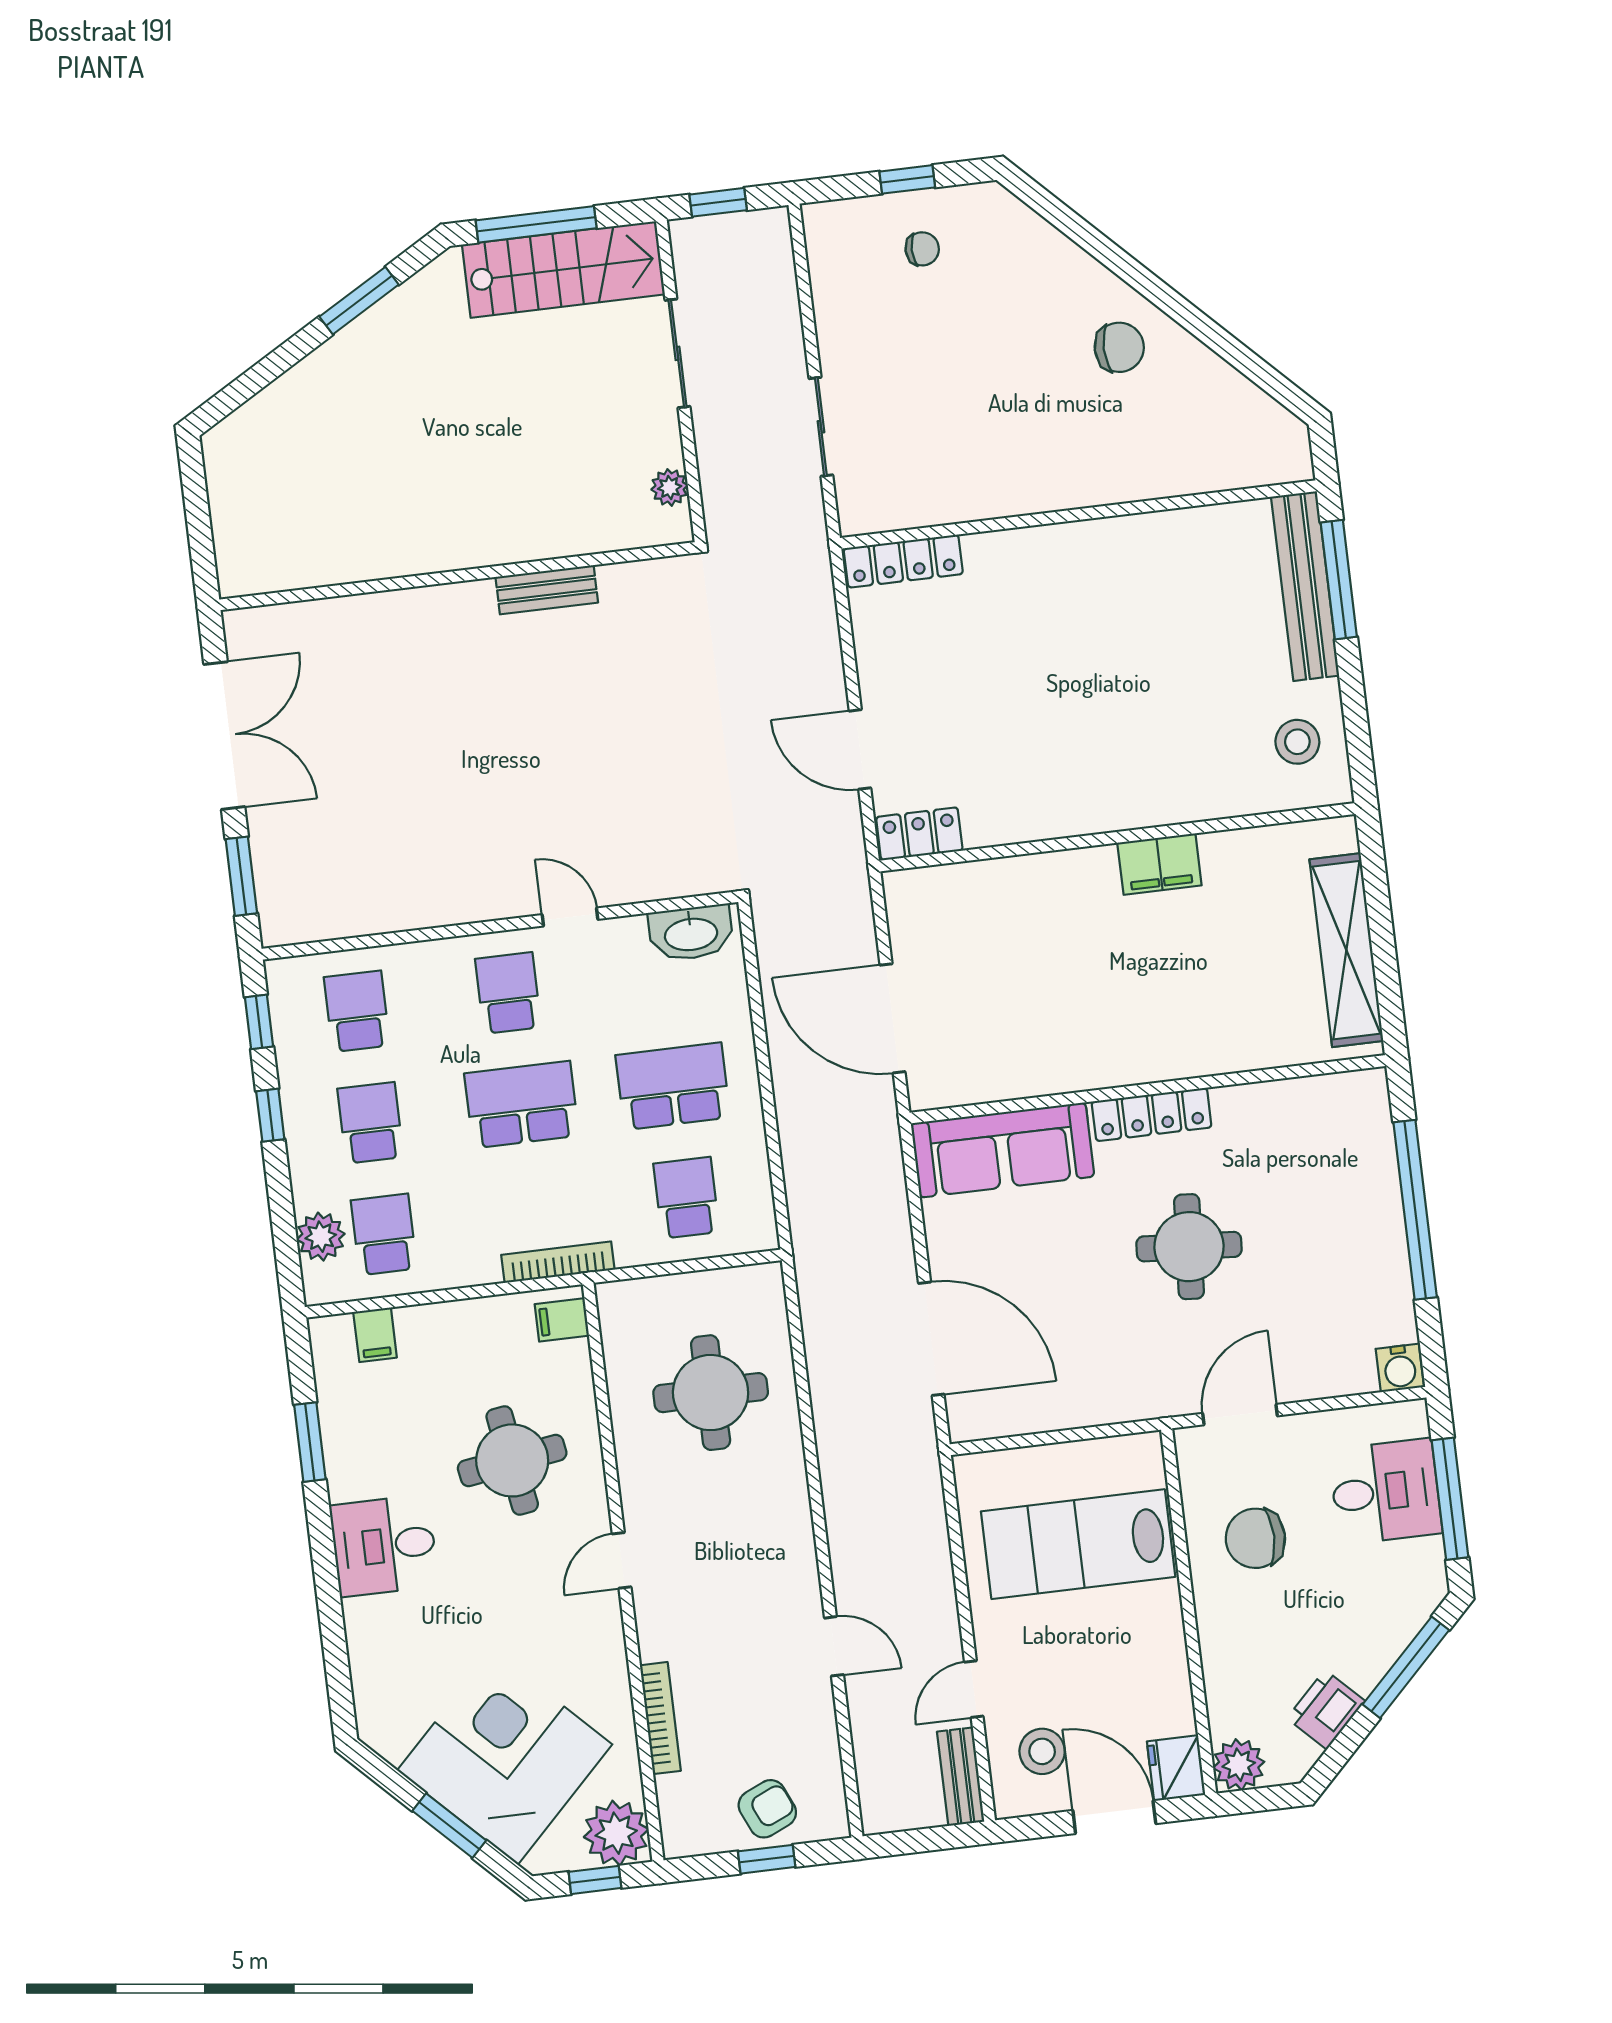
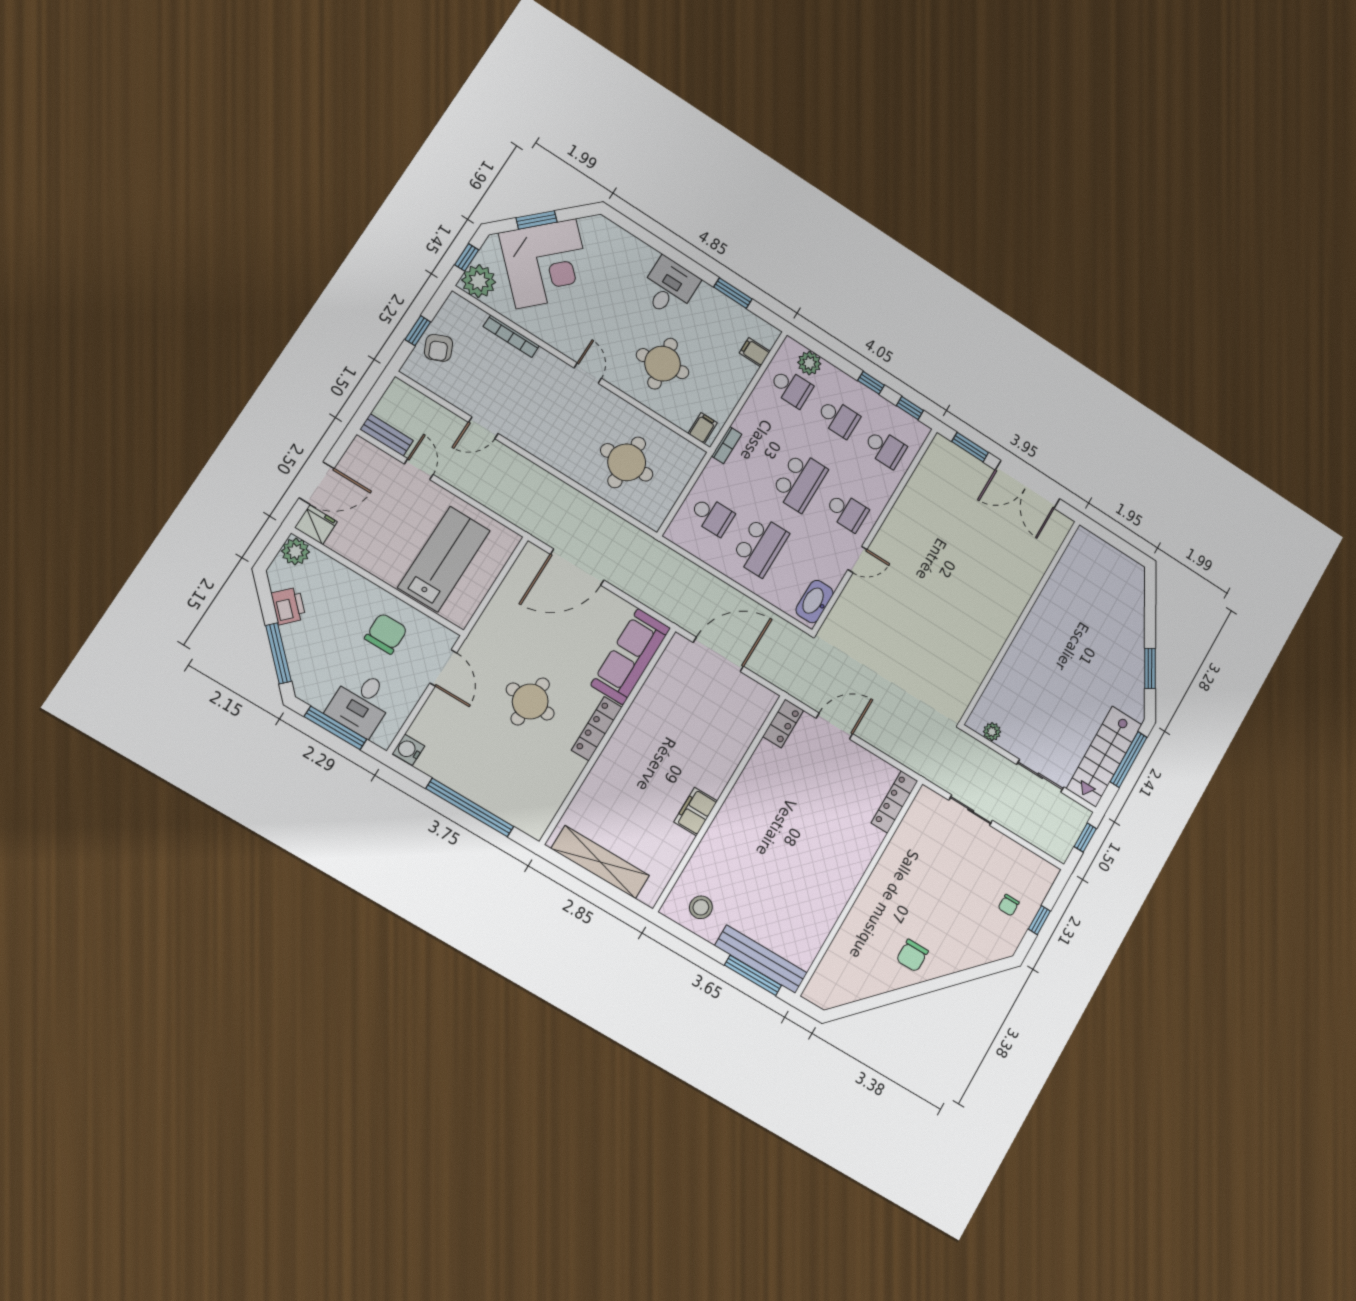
bench: (547, 590) -> (989, 652), removed
bookcase: (558, 1262) -> (727, 445), width x0.64
stool: (1042, 1751) -> (369, 476), removed

